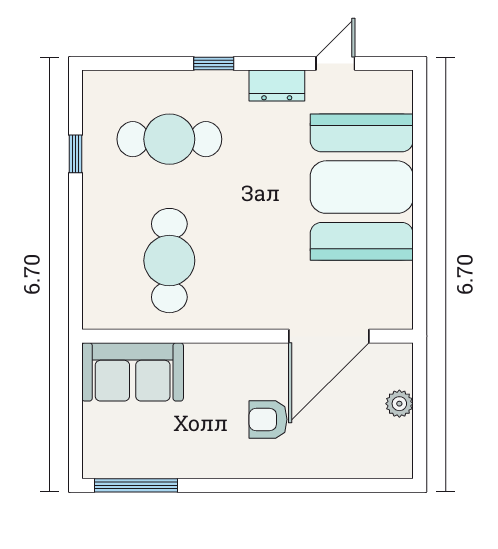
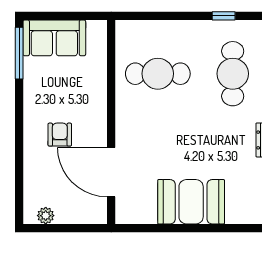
booth: (362, 187) -> (191, 202), width x0.73, depth x0.70
sofa: (133, 372) -> (54, 38), moved, turned -90
plant: (399, 404) -> (46, 216), moved

